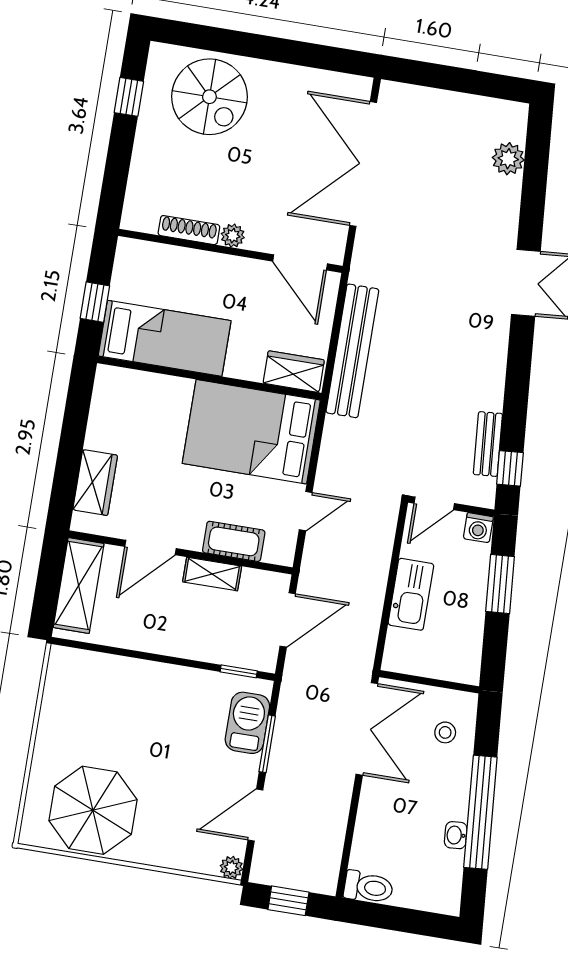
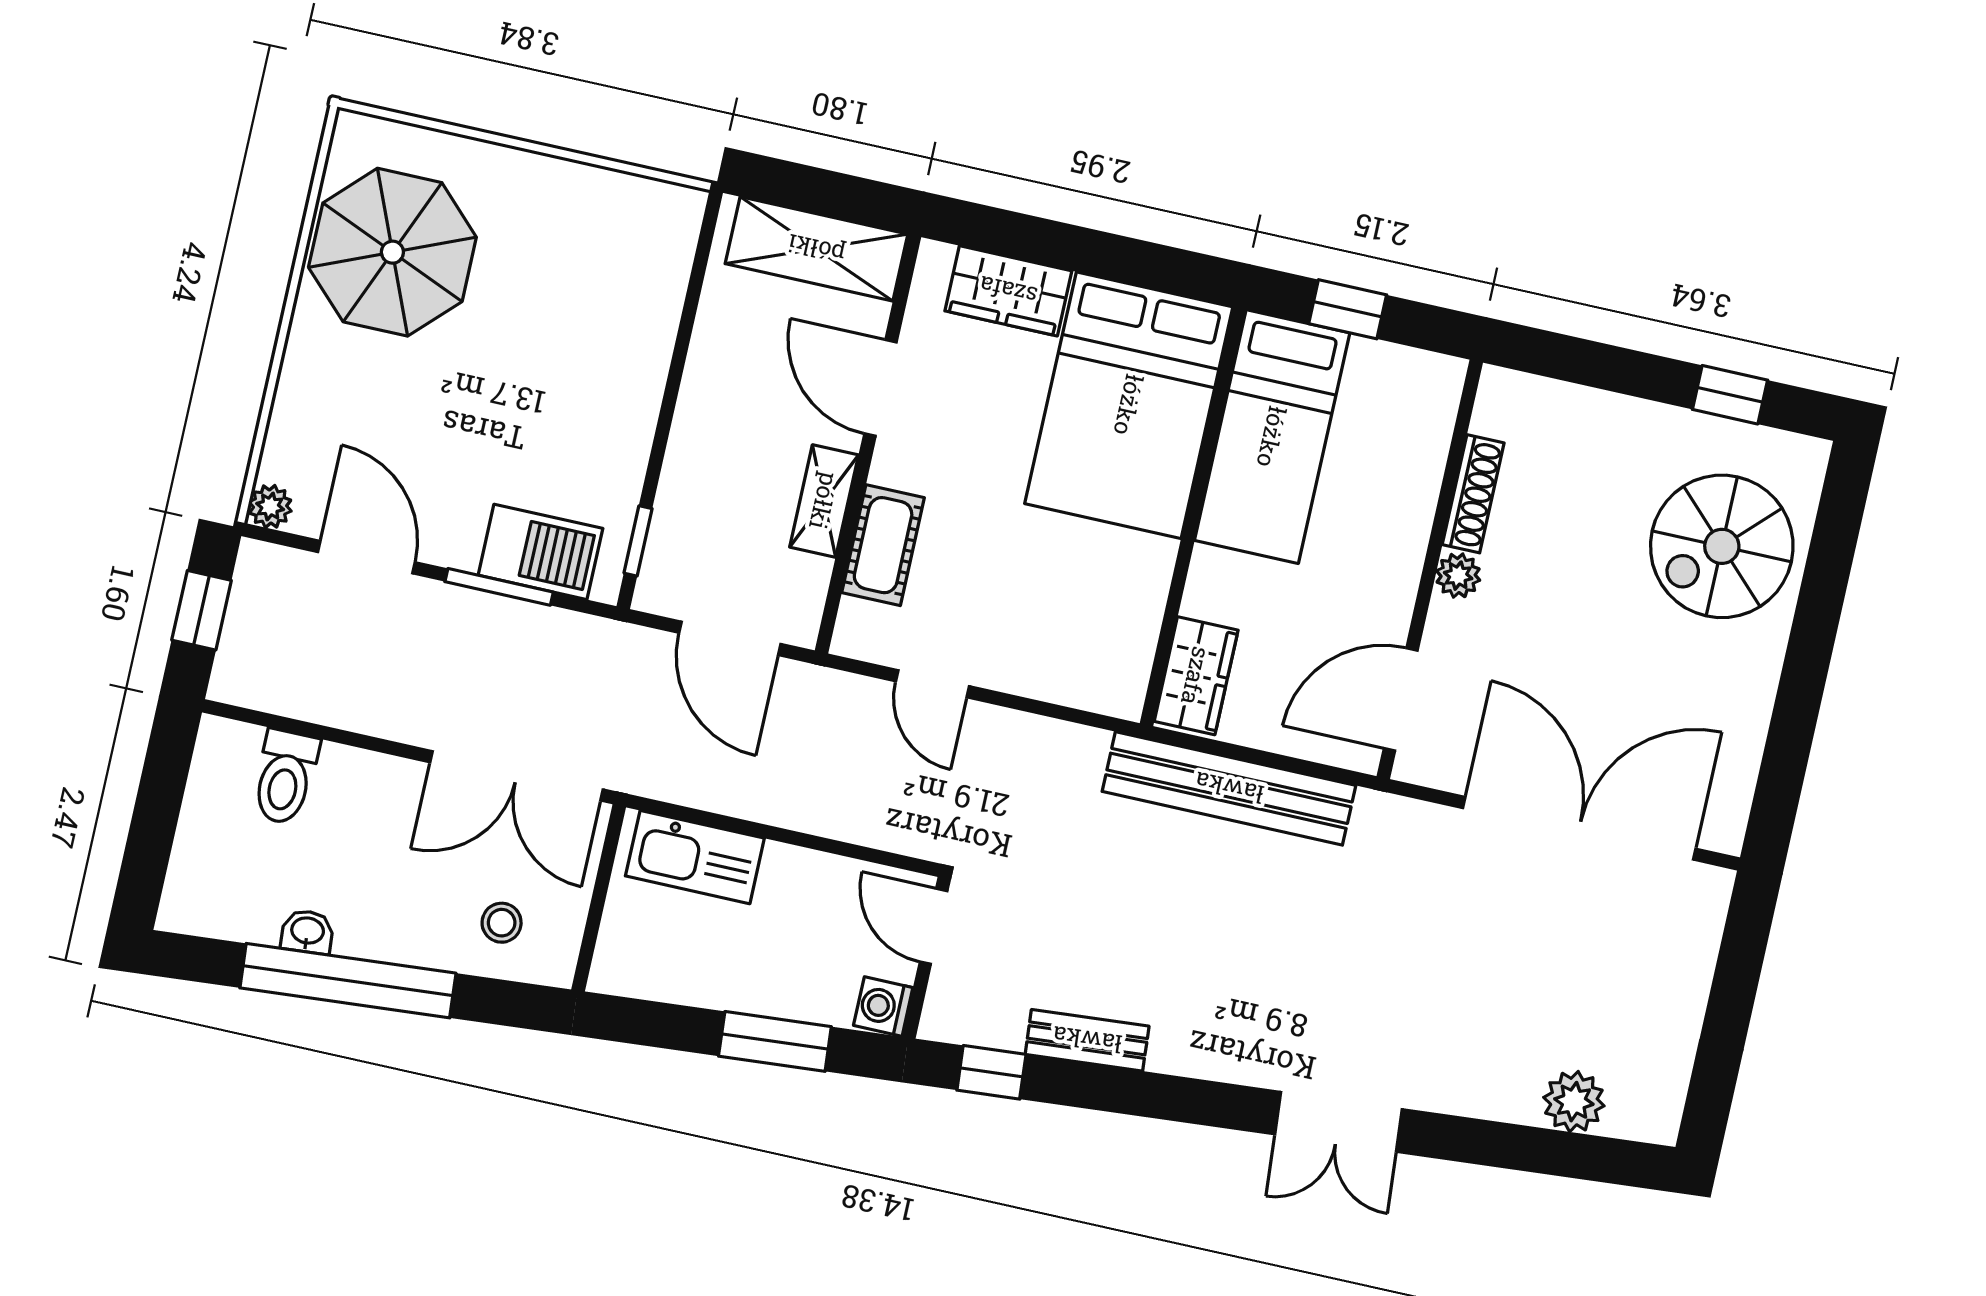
bed: (251, 432) -> (1129, 405), moved, turned 180
bench: (488, 444) -> (1087, 1040), moved
kitchen sink: (411, 594) -> (695, 857), moved
toilet: (368, 887) -> (285, 777), moved

